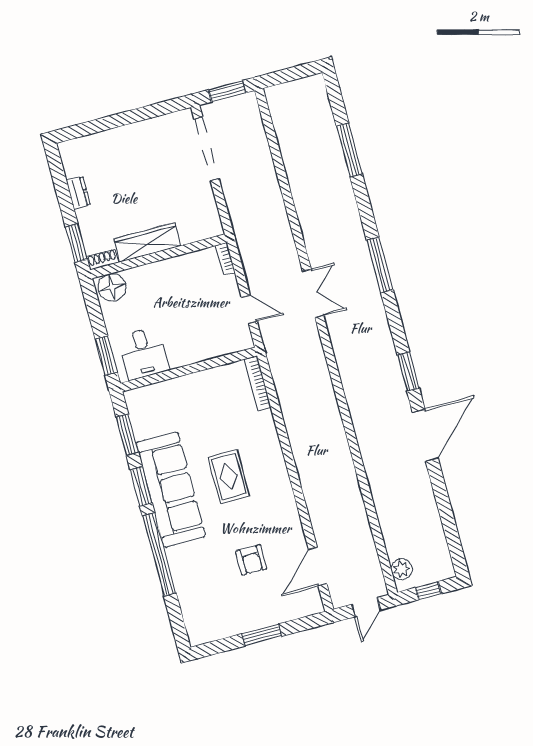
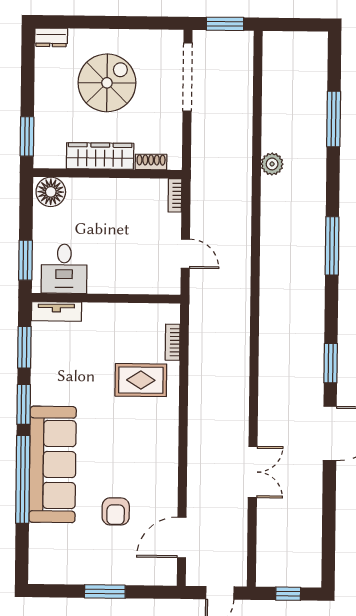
spiral stairs: (135, 174) -> (107, 83), added
dresser: (78, 193) -> (51, 37), moved, turned 90
shoe rack: (102, 259) -> (151, 162), moved
double door: (313, 293) -> (253, 472), moved
bookcase: (258, 383) -> (173, 342), width x0.64
tv unit: (147, 394) -> (56, 311), added
rug: (229, 477) -> (141, 380), moved, turned 90
sofa: (171, 490) -> (53, 464), moved
plant: (402, 569) -> (272, 164), moved

